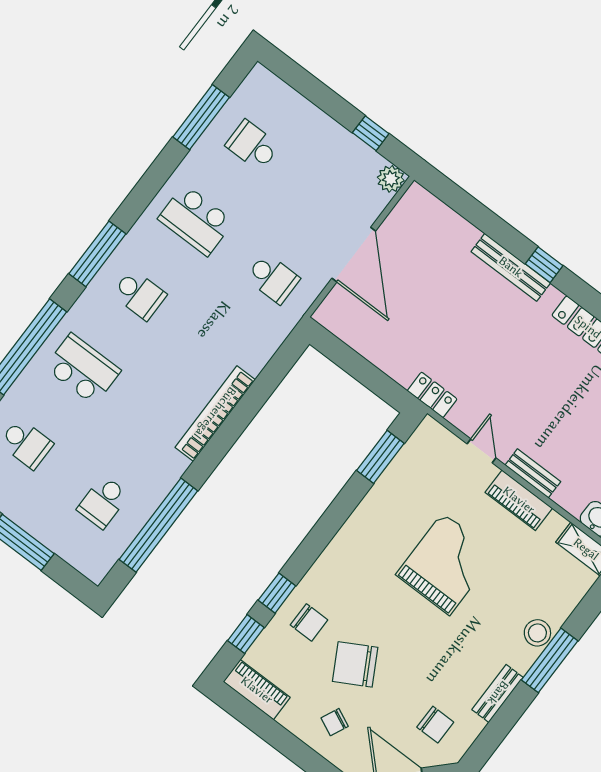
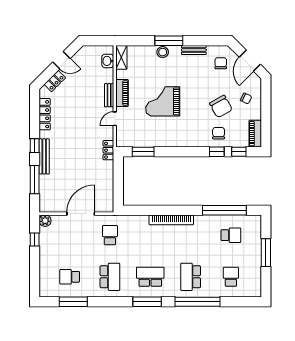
school desk: (252, 146) -> (70, 277), turned 90
window: (481, 217) -> (35, 180), added
school desk: (139, 295) -> (150, 277), width x1.85

